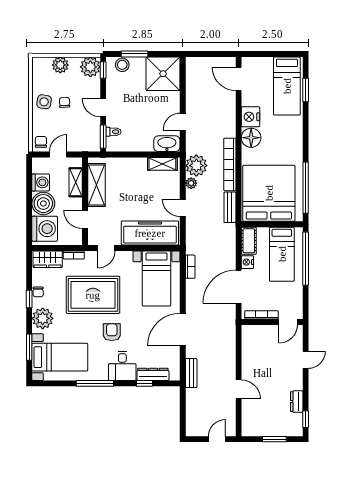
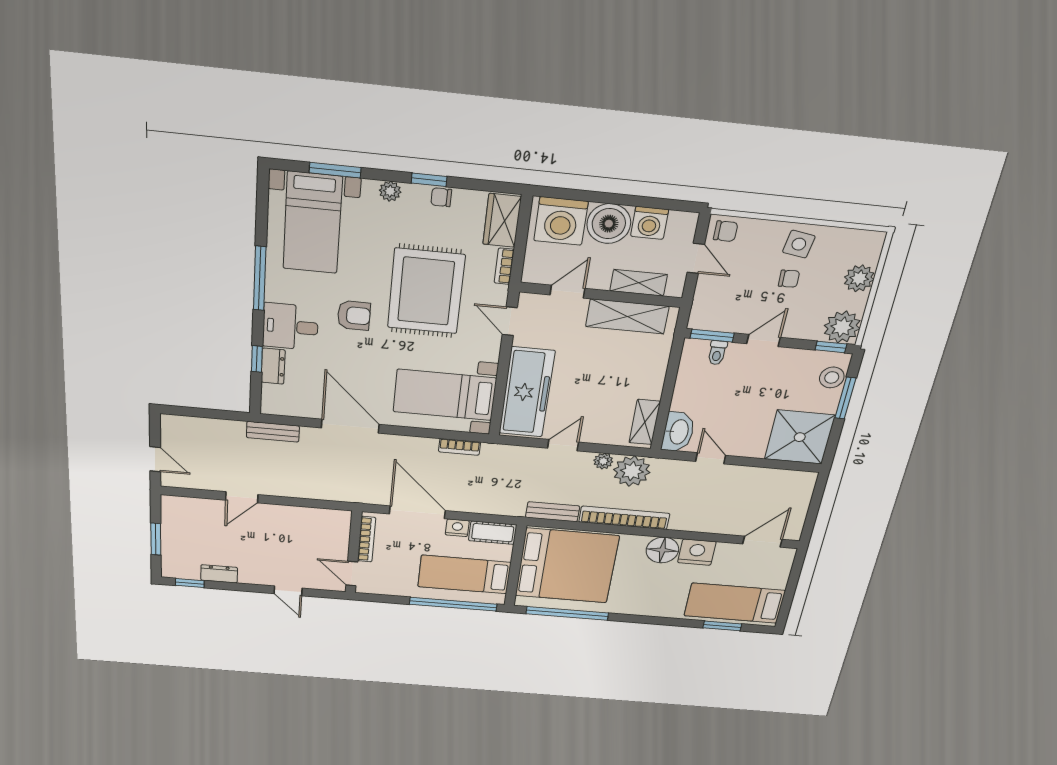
plant: (43, 318) -> (390, 191), width x0.53, depth x0.53
dresser: (153, 374) -> (273, 366), width x0.70

